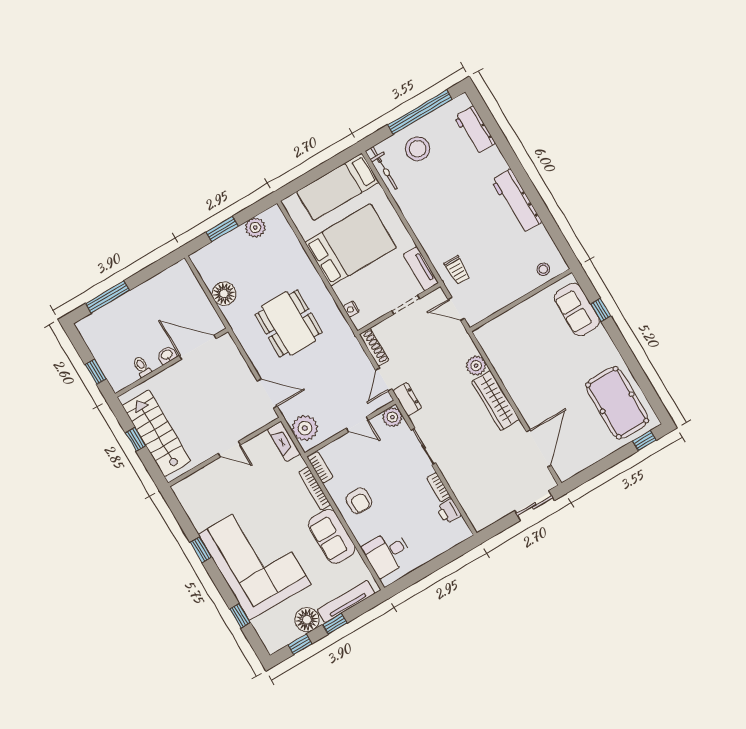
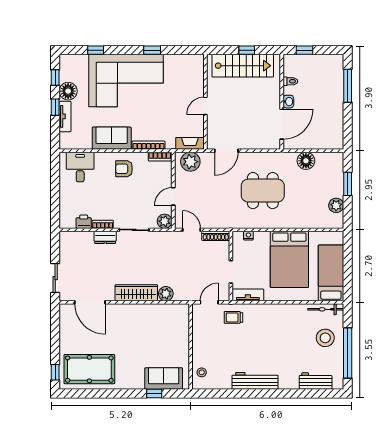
dresser: (407, 399) -> (105, 237), moved
tv unit: (346, 602) -> (65, 116), width x0.71

